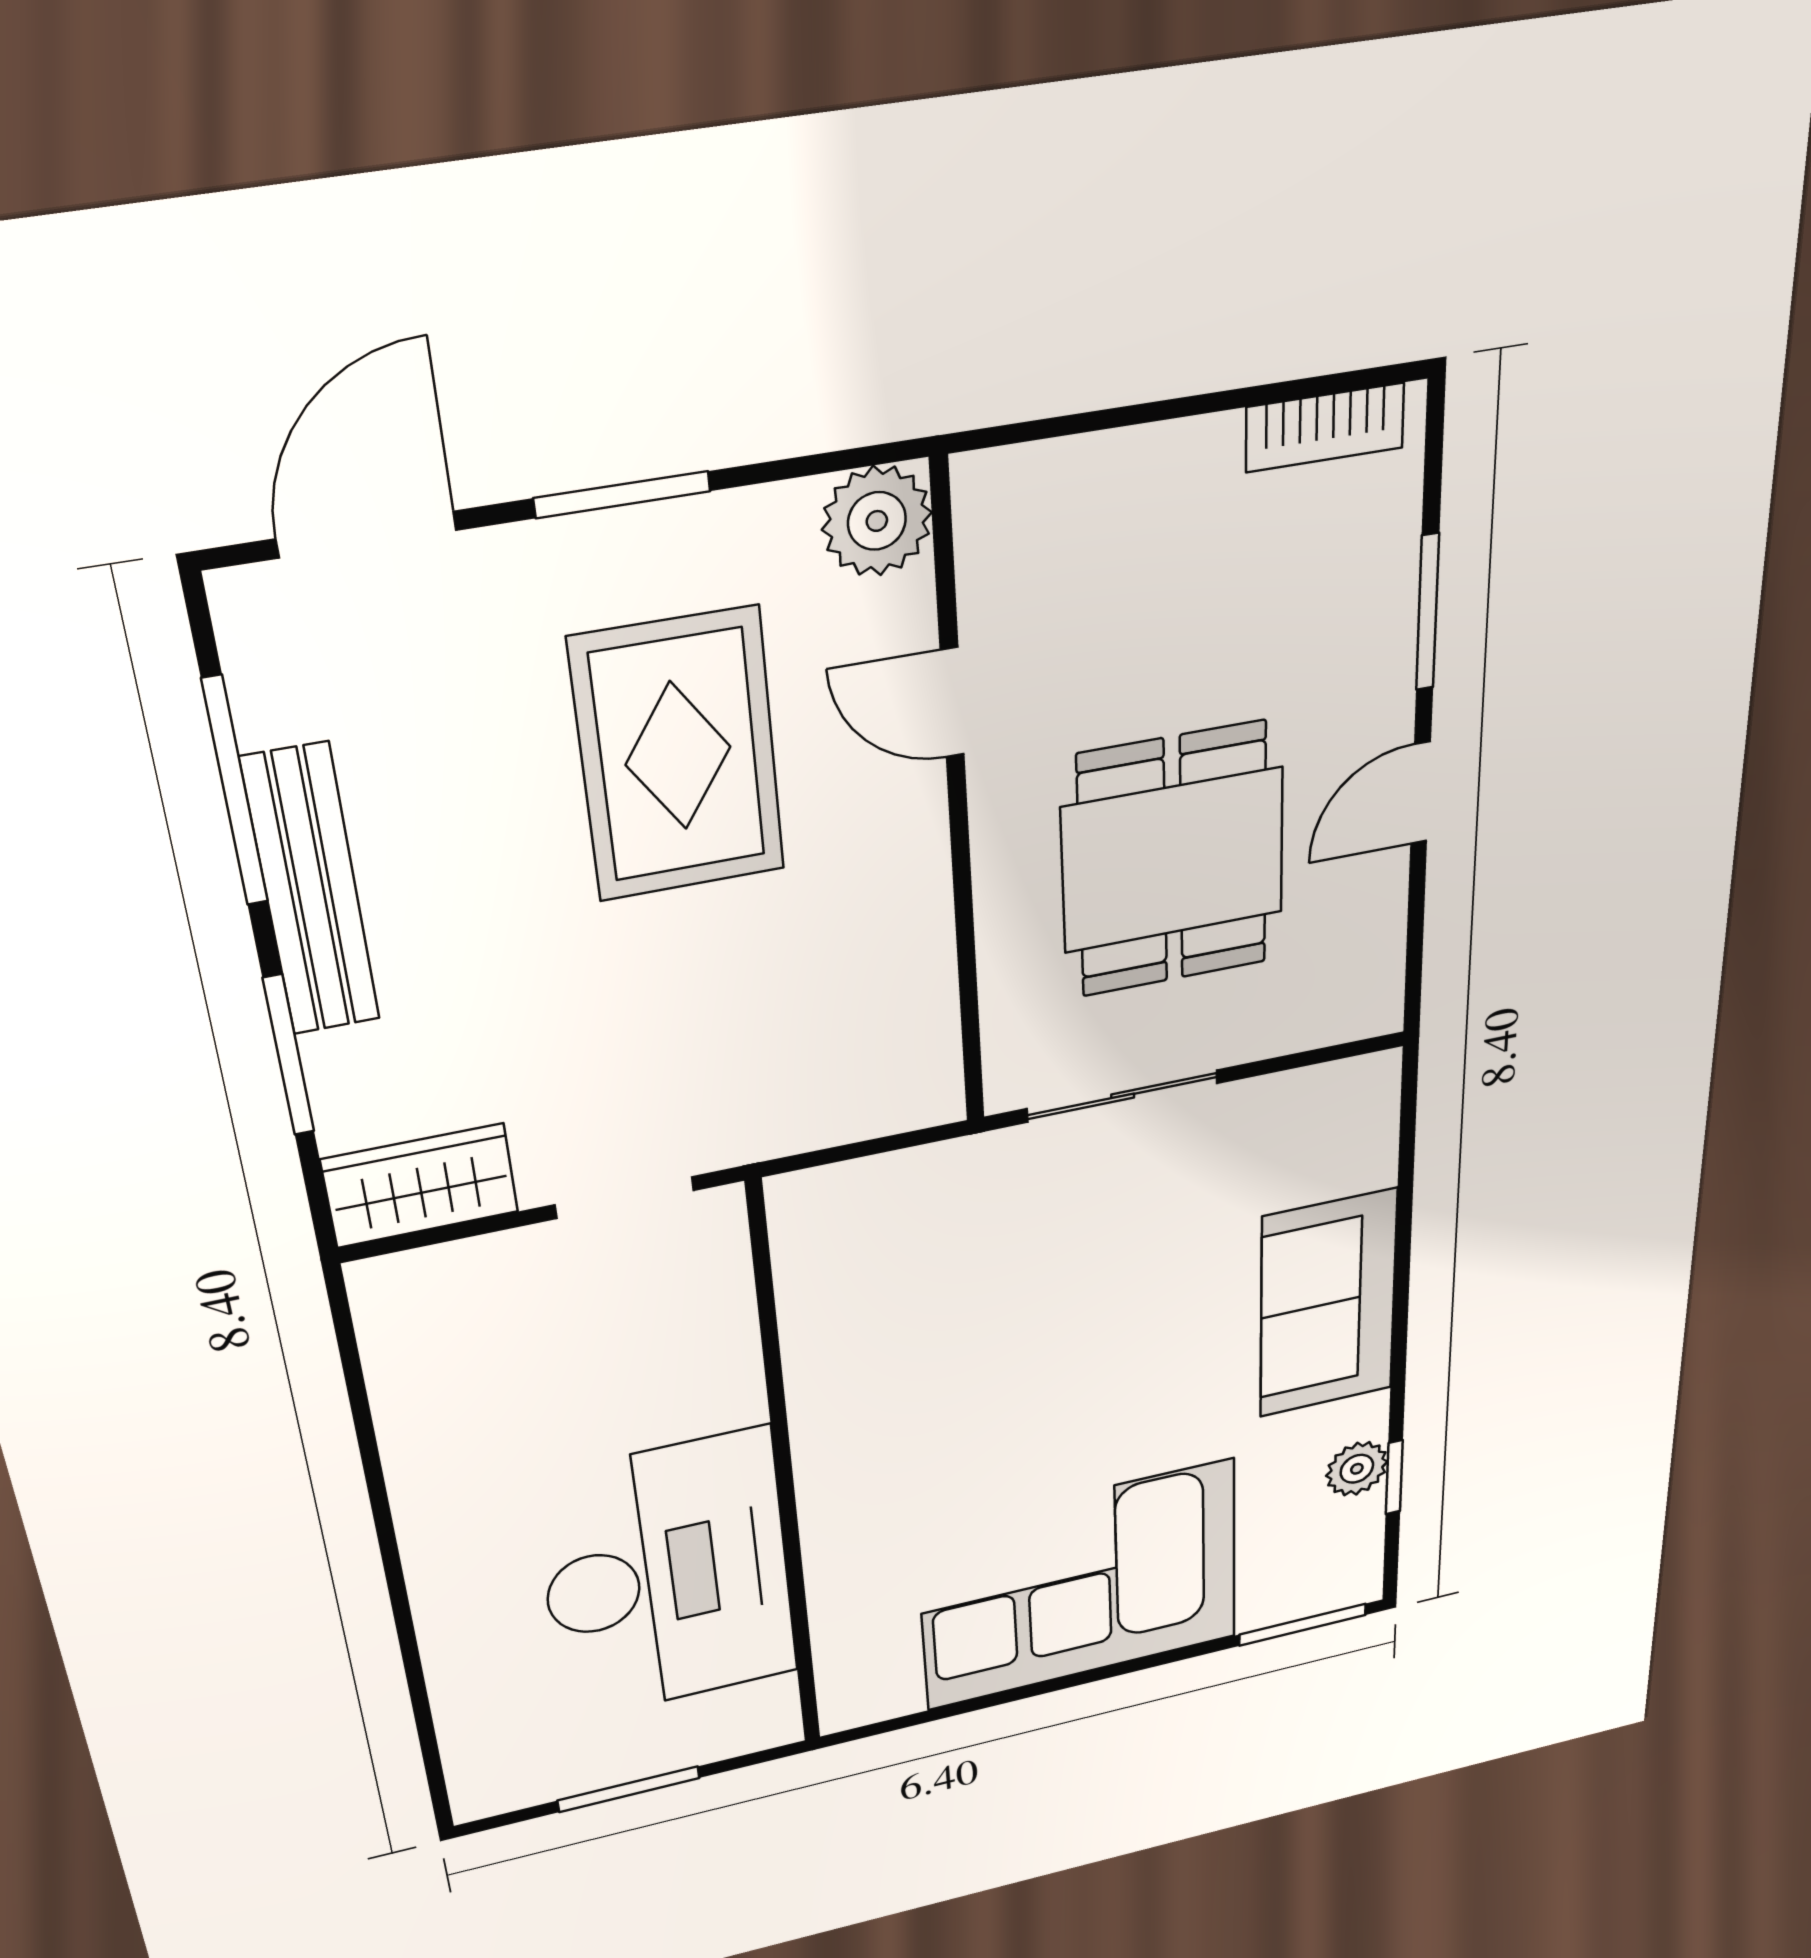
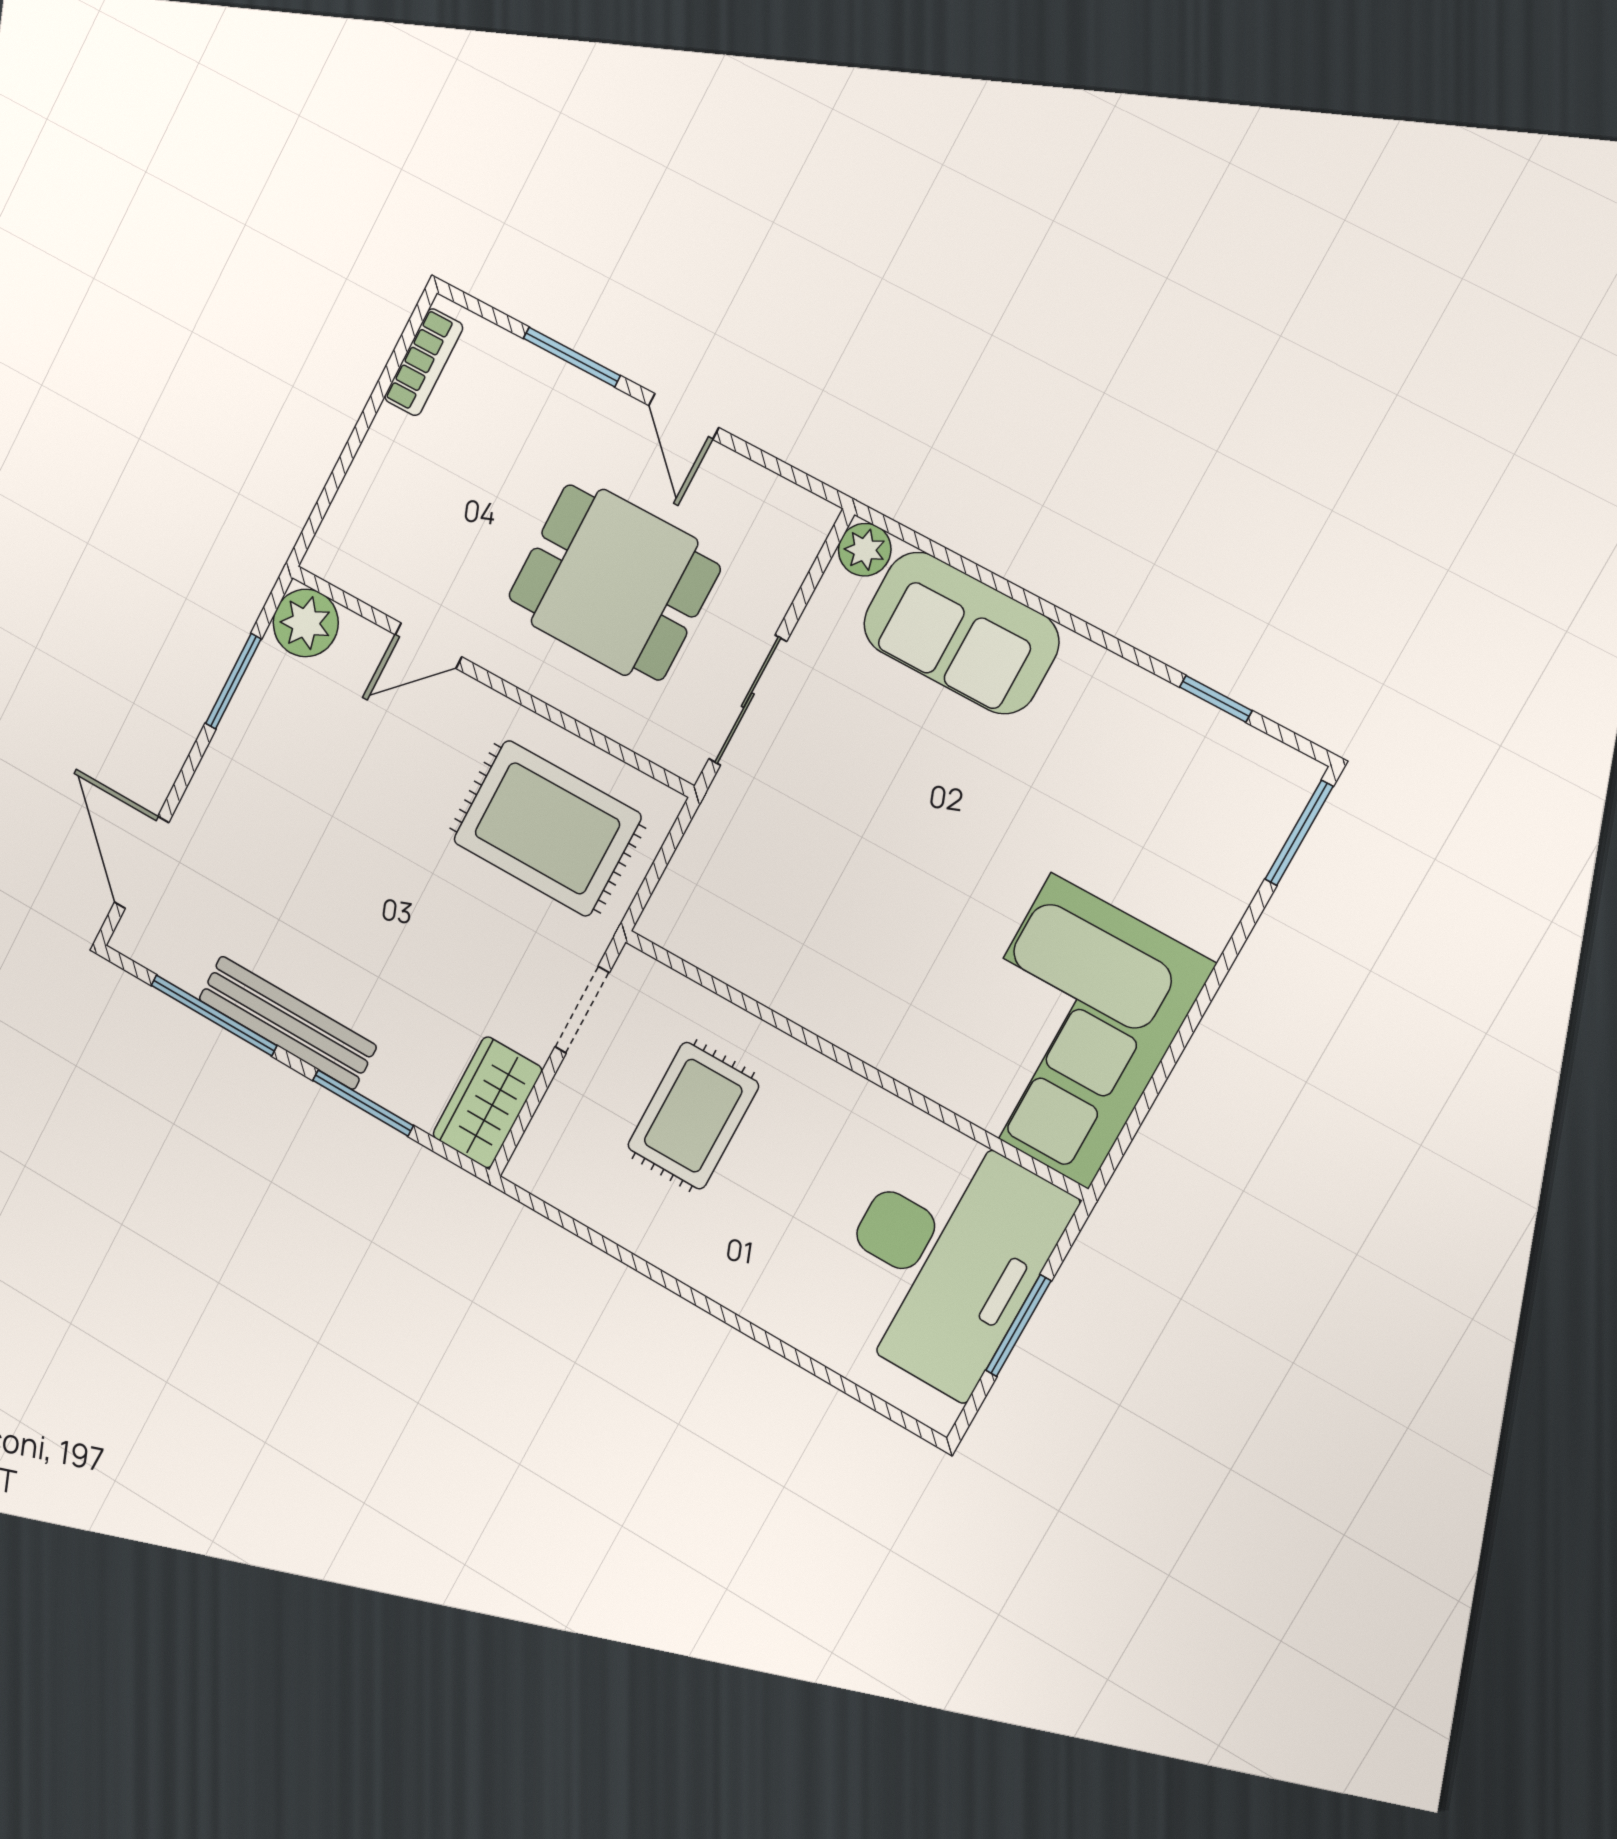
window: (622, 495) -> (233, 681), moved
rug: (678, 756) -> (547, 828), moved
sofa: (1328, 1304) -> (961, 633), moved
rug: (596, 1388) -> (693, 1116), added
plant: (1357, 1469) -> (865, 550), moved
desk: (667, 1577) -> (944, 1258), moved, turned 90
corner sofa: (1080, 1585) -> (1070, 1031), moved

